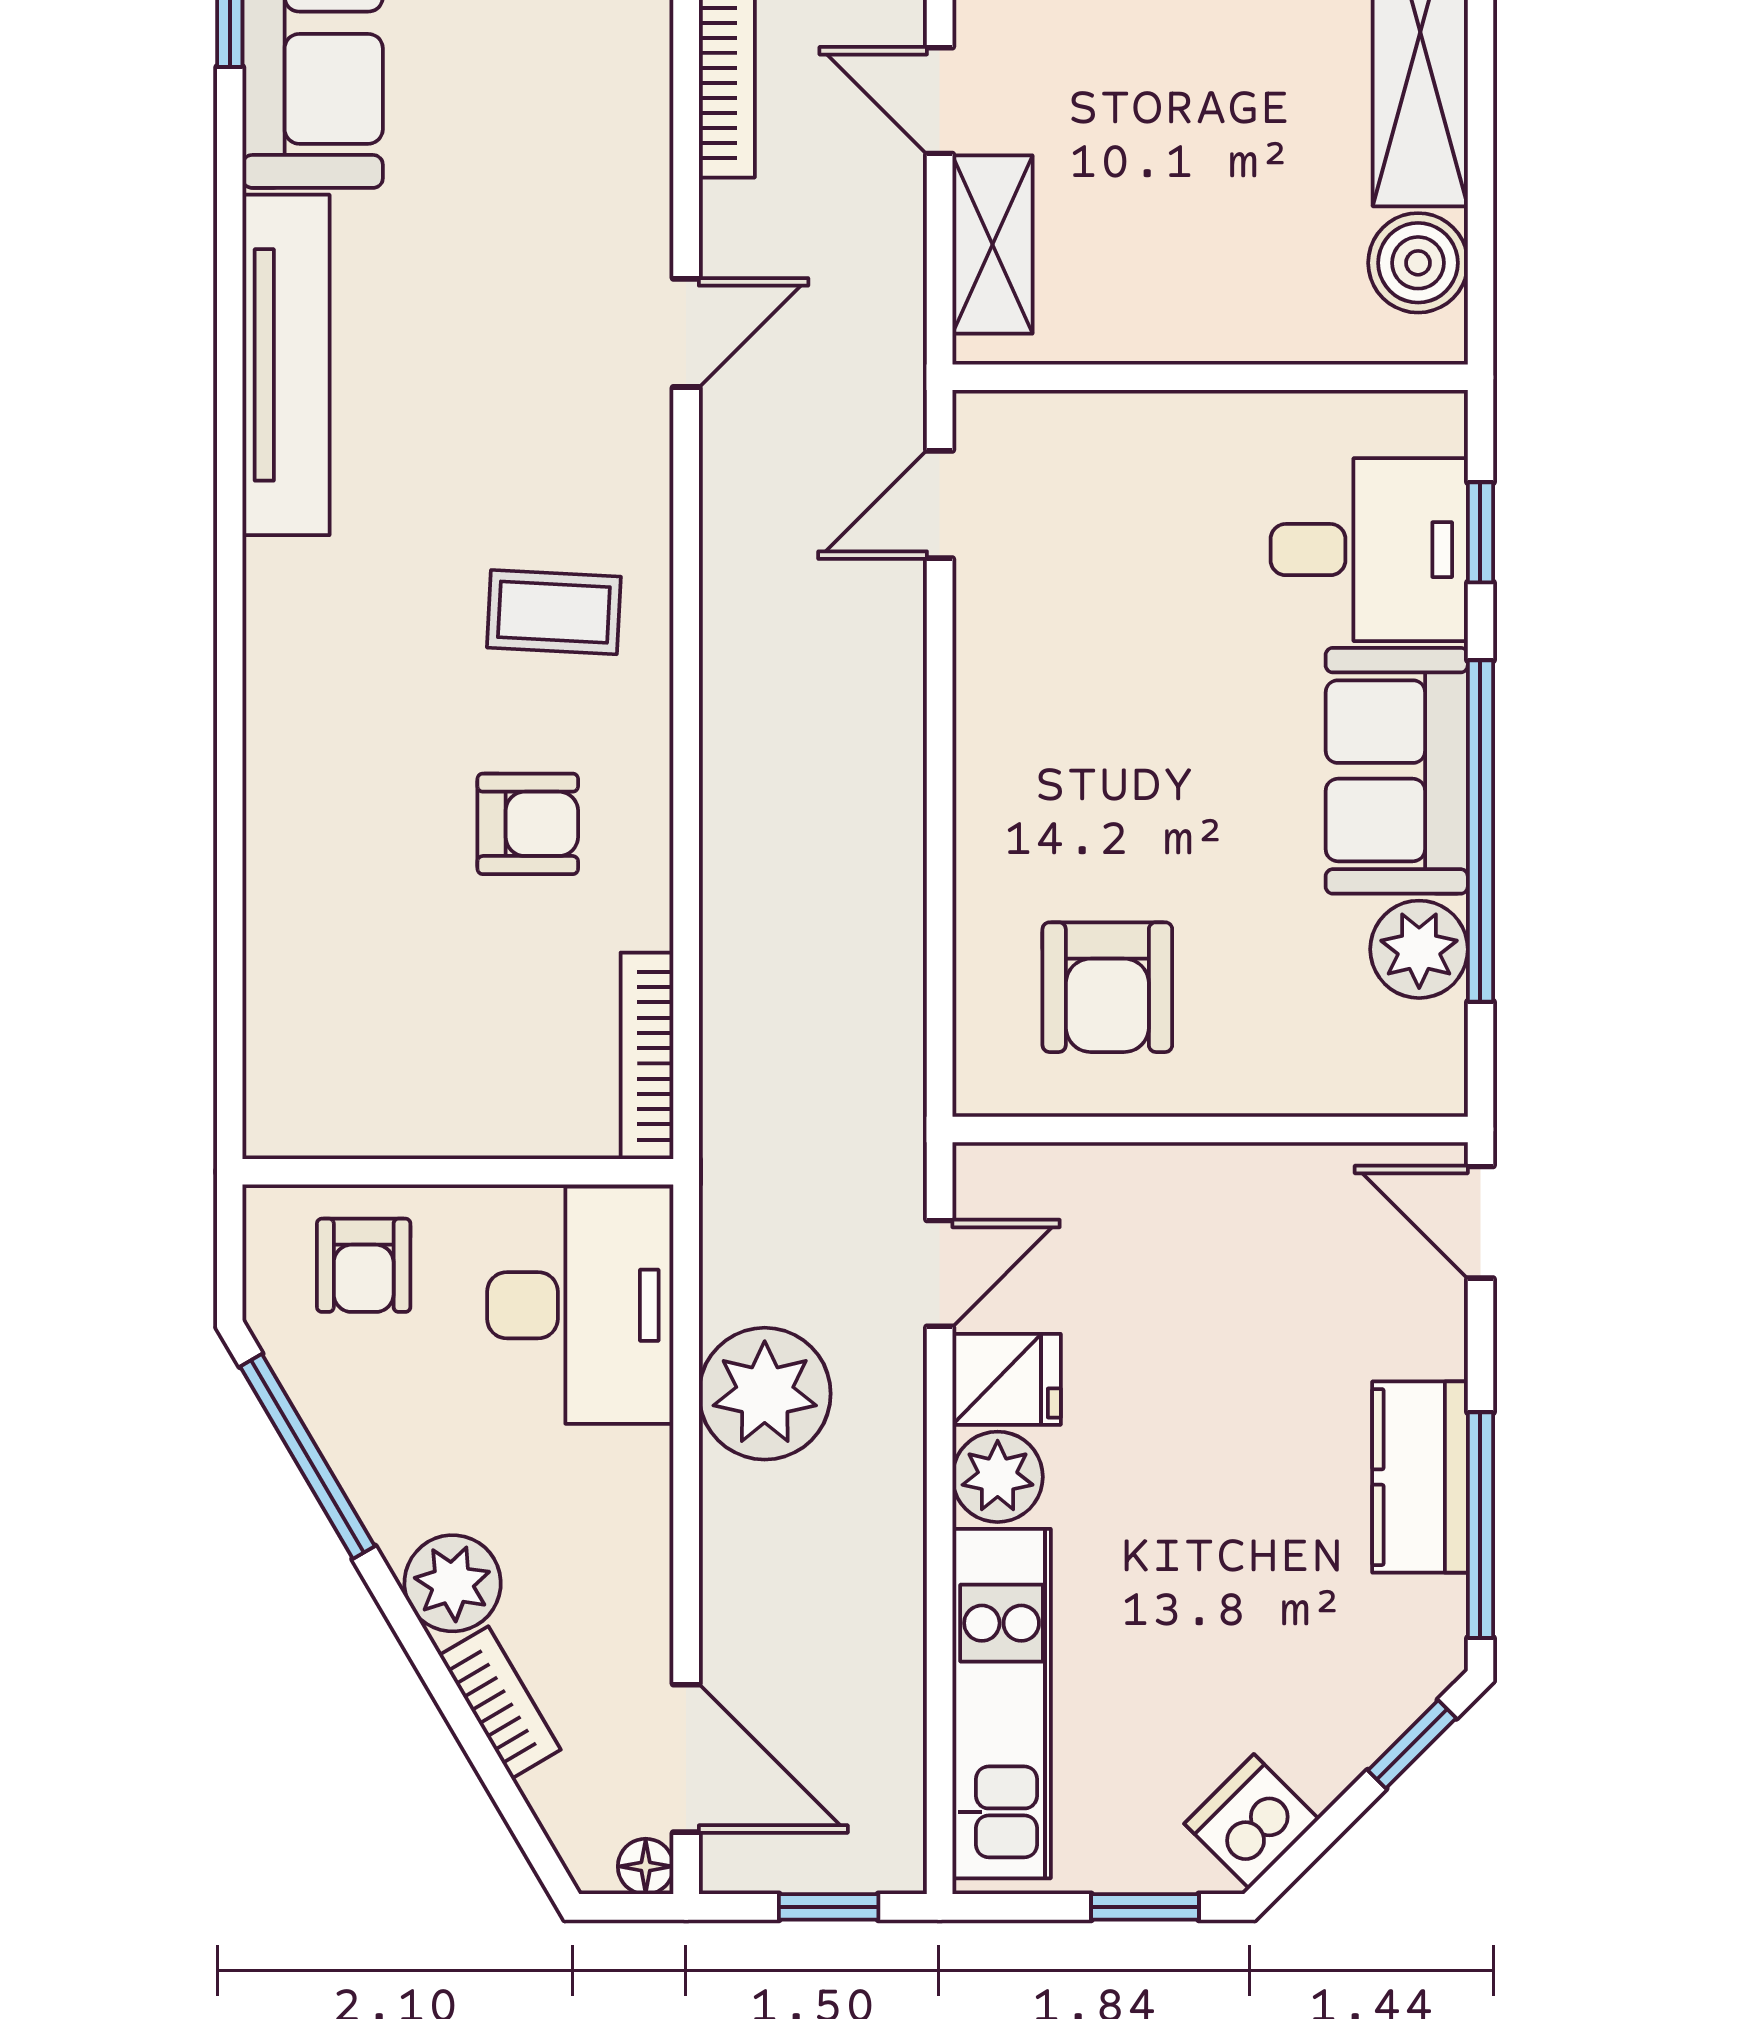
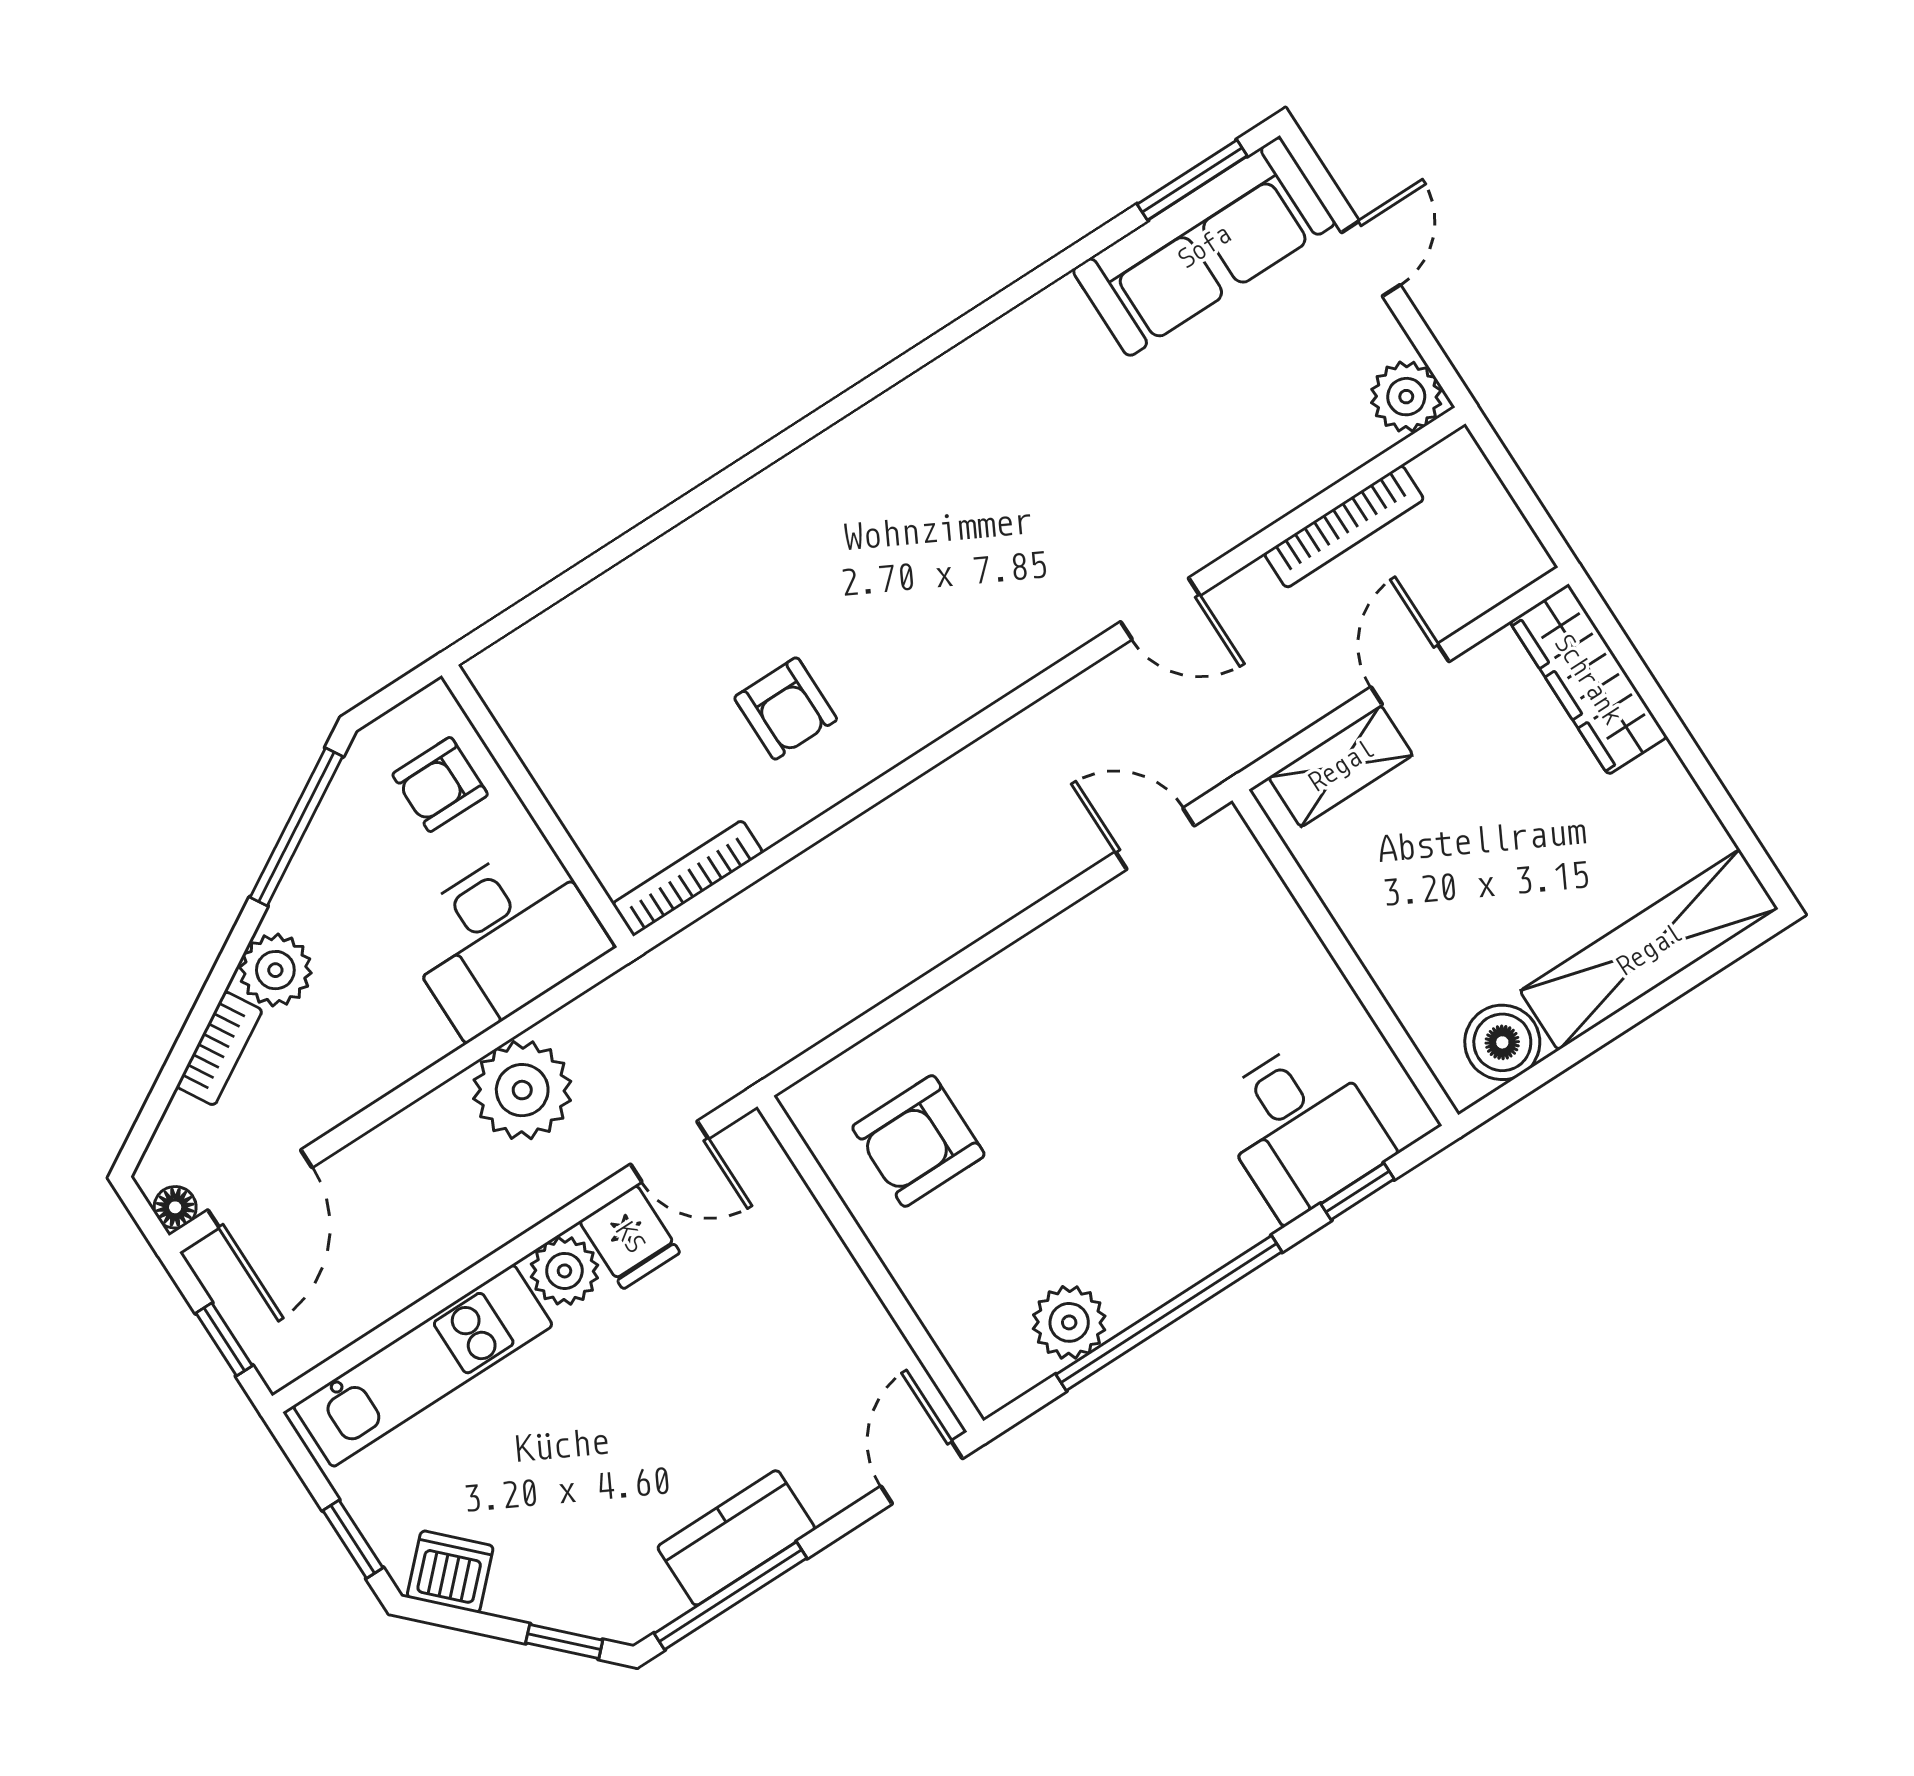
tv unit: (286, 365) -> (977, 369), removed
coffee table: (554, 612) -> (930, 639), removed
sofa: (1397, 771) -> (1173, 1236), removed

